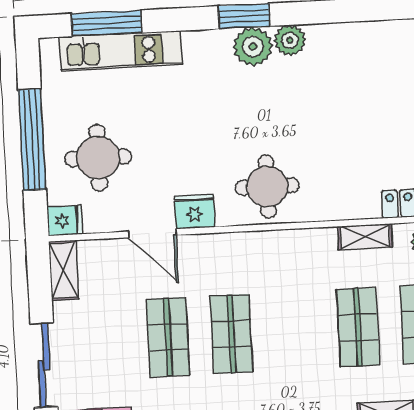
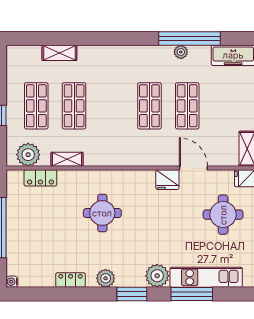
window: (107, 23) -> (192, 294), moved
locker: (349, 34) -> (71, 280), added
plant: (253, 47) -> (157, 276), moved
round table: (267, 186) -> (102, 213), moved

